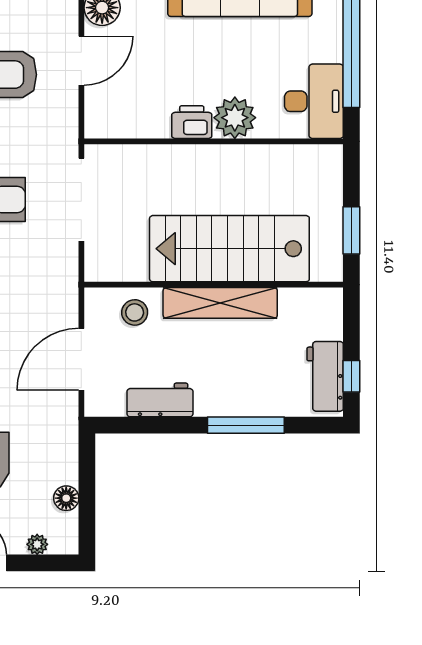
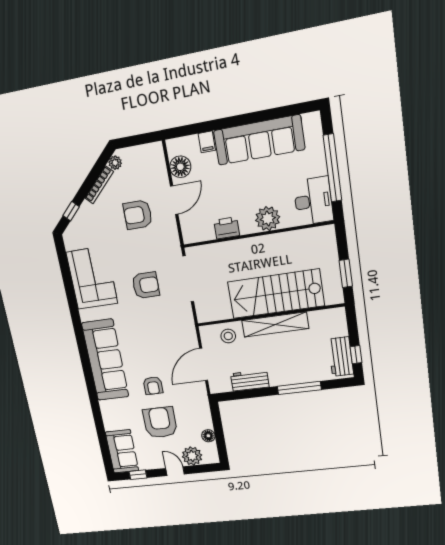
printer: (192, 122) -> (227, 228), moved
plant: (37, 544) -> (192, 456), width x1.87, depth x1.87

